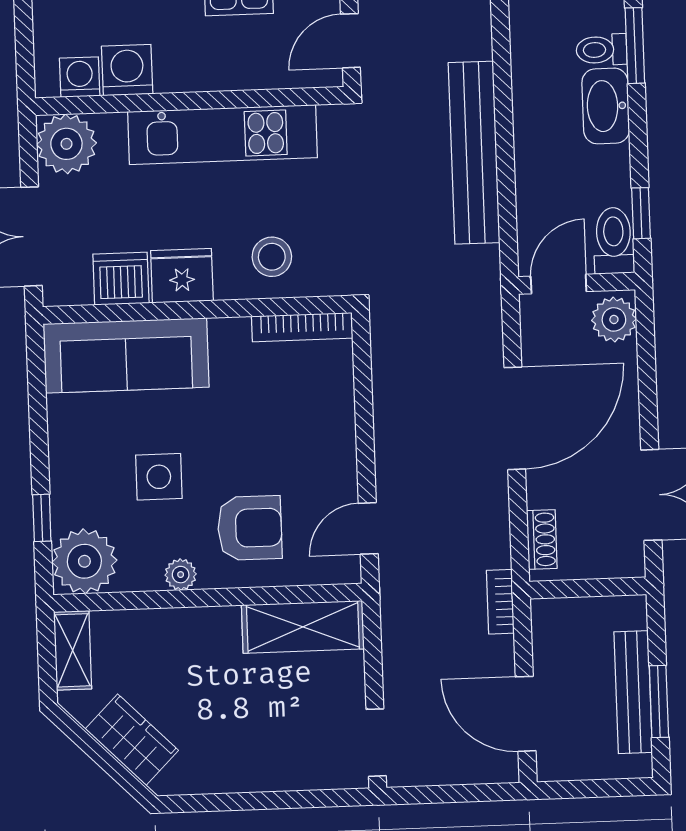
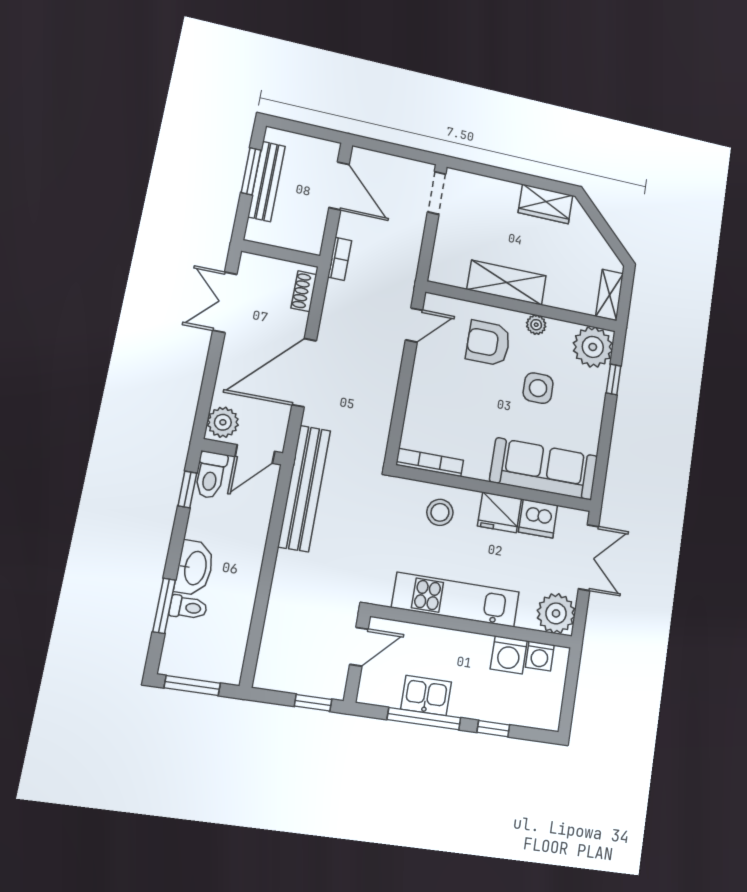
bench: (474, 153) -> (304, 488), moved
shelving: (303, 627) -> (507, 283), moved
wardrobe: (132, 740) -> (545, 204), moved, turned -45

